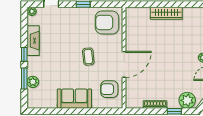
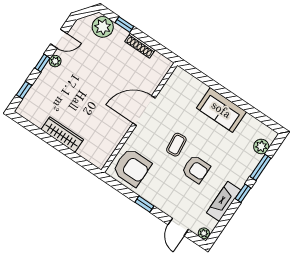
plant: (33, 82) -> (261, 147), moved
armchair: (109, 89) -> (196, 169), moved

